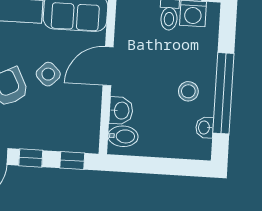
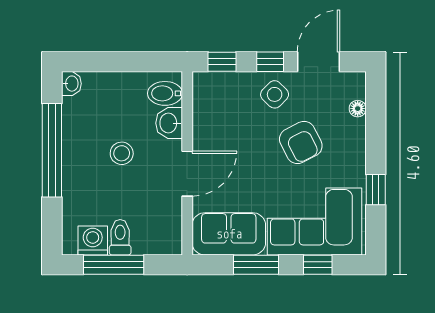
side table: (48, 74) -> (275, 94), moved
stool: (188, 91) -> (122, 153), moved
washbasin: (204, 128) -> (71, 84), moved

